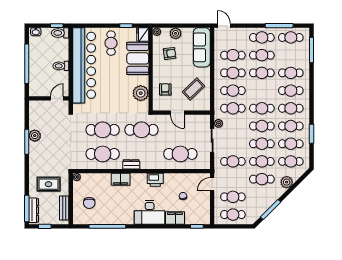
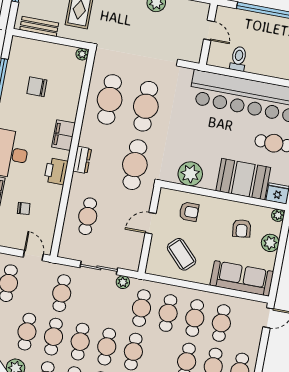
toilet: (61, 66) -> (238, 59), moved
door: (57, 98) -> (209, 30), moved
cafe table: (180, 154) -> (88, 216), width x0.73, depth x0.74
dresser: (131, 164) -> (82, 160), moved
filing cabinet: (121, 179) -> (63, 135), moved
chair: (89, 203) -> (37, 87), moved

